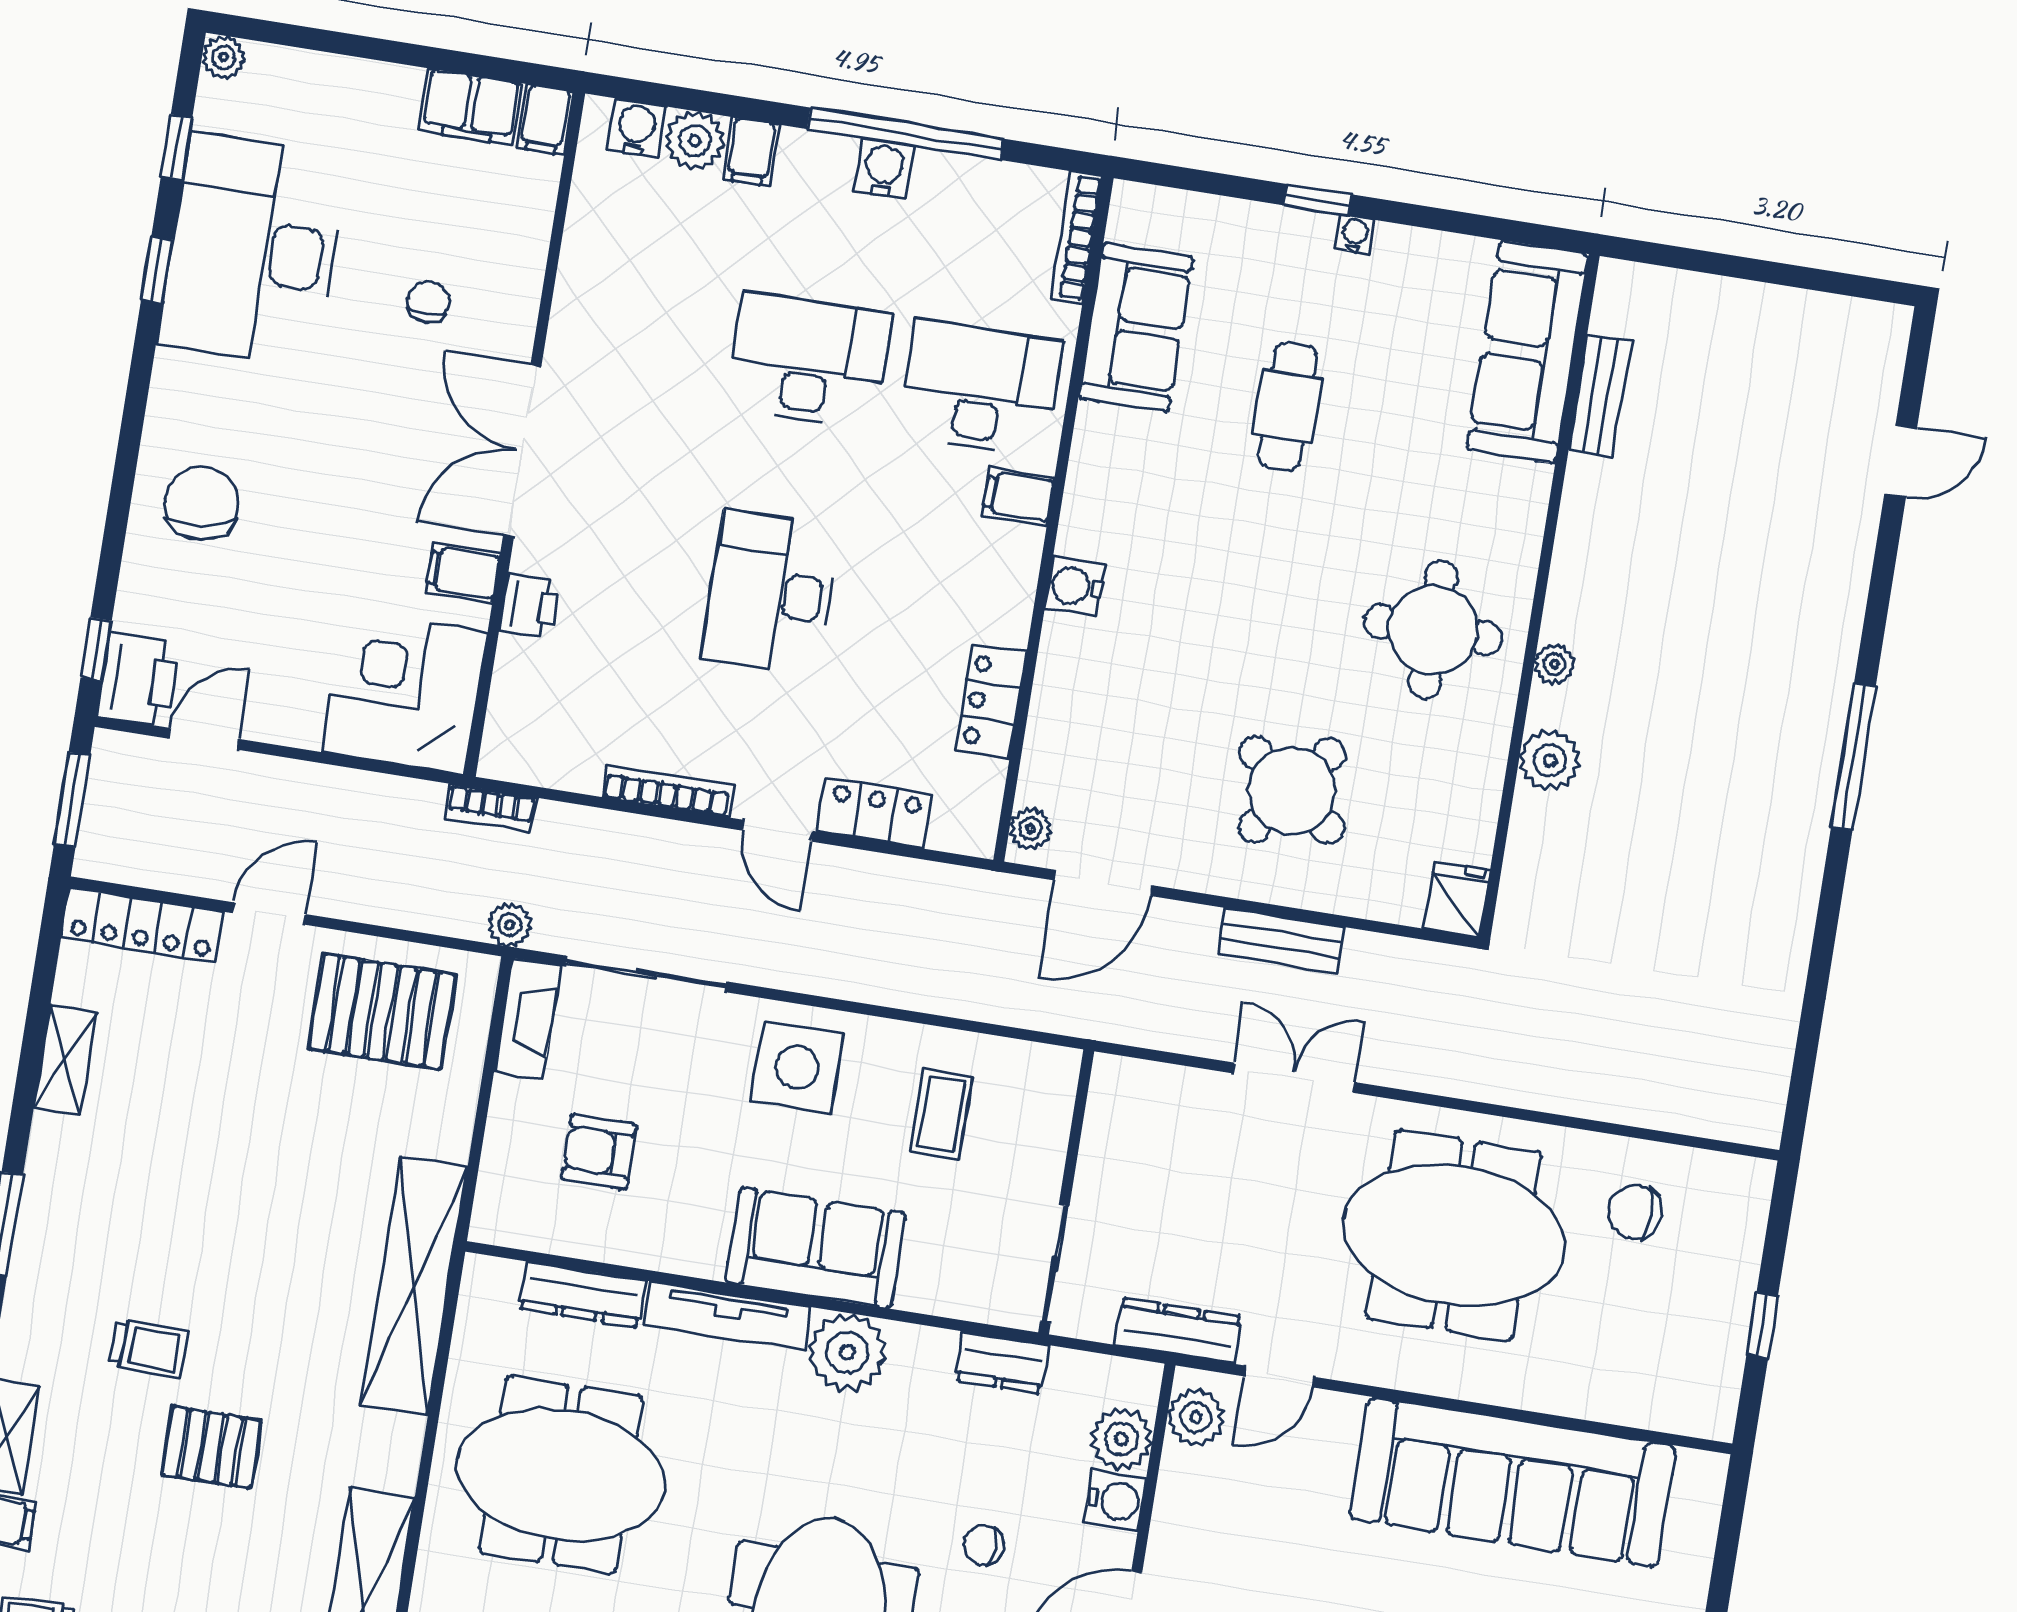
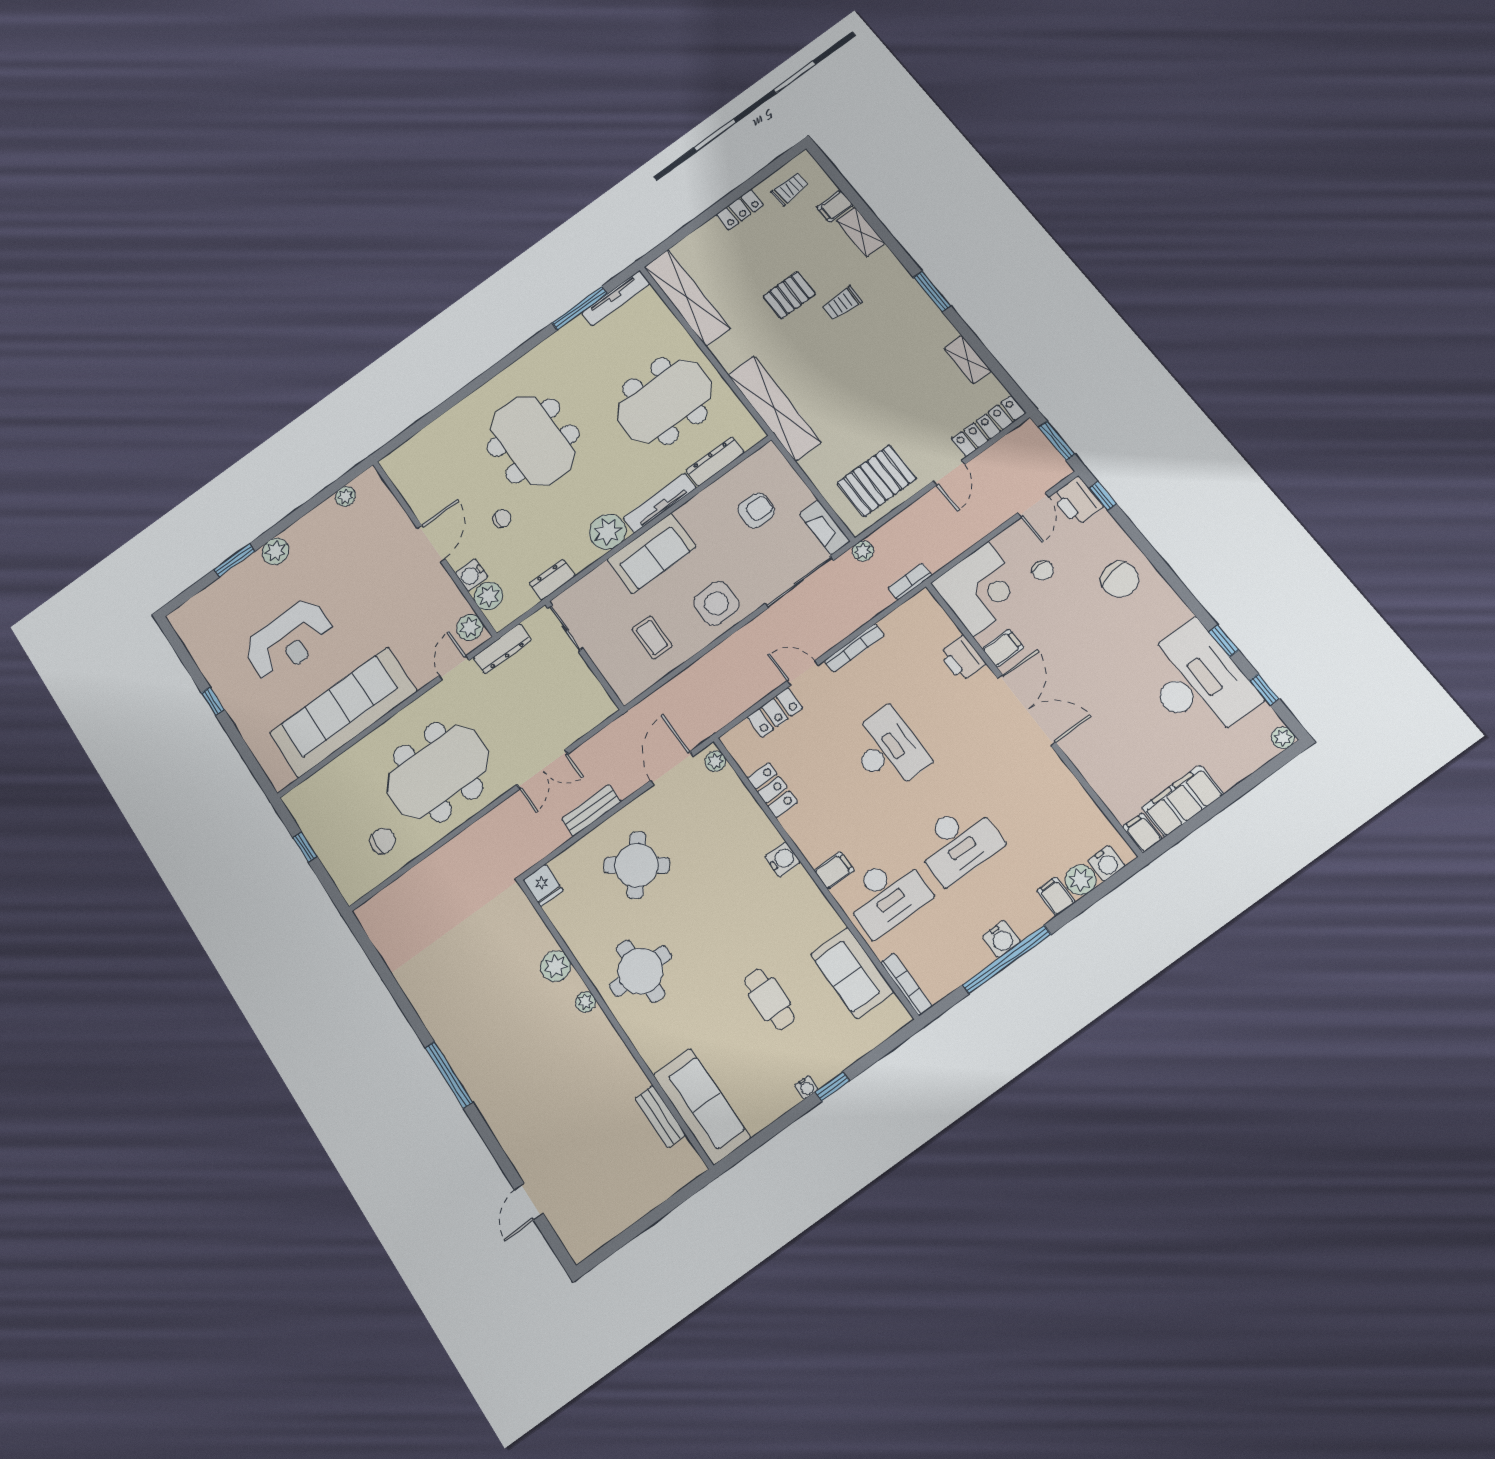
filing cabinet: (471, 107) -> (1183, 801), width x1.50, depth x1.17
chair: (428, 302) -> (1043, 570), moved
printer: (529, 606) -> (962, 658), width x1.36, depth x1.24

